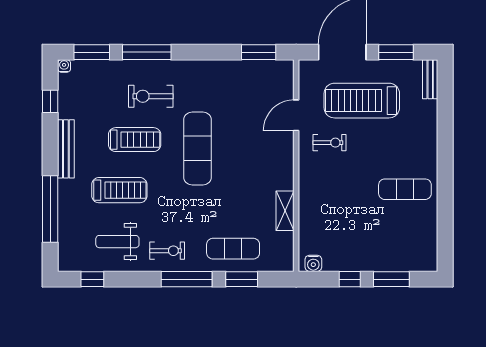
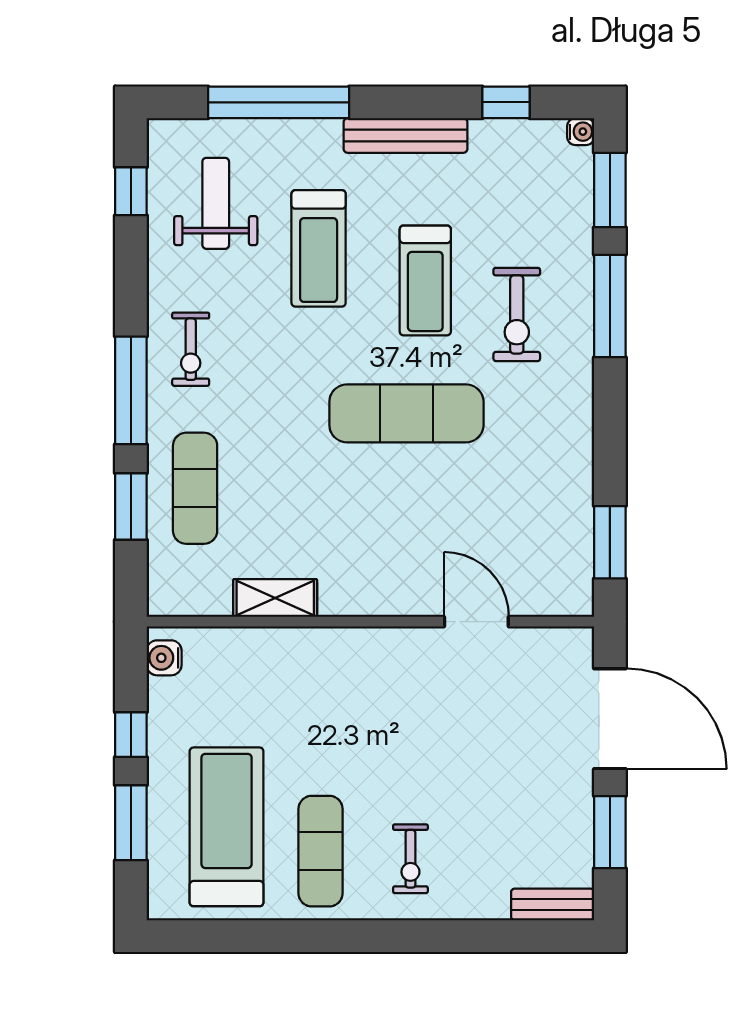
exercise bike: (151, 96) -> (517, 314), turned 180
treadmill: (362, 101) -> (227, 827), moved
exercise bike: (330, 143) -> (410, 859), moved
weight bench: (117, 242) -> (216, 203), moved

